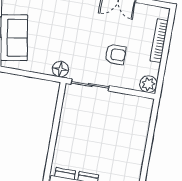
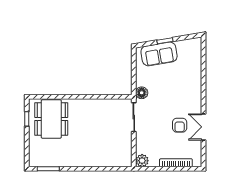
armchair: (115, 54) -> (180, 125), moved

